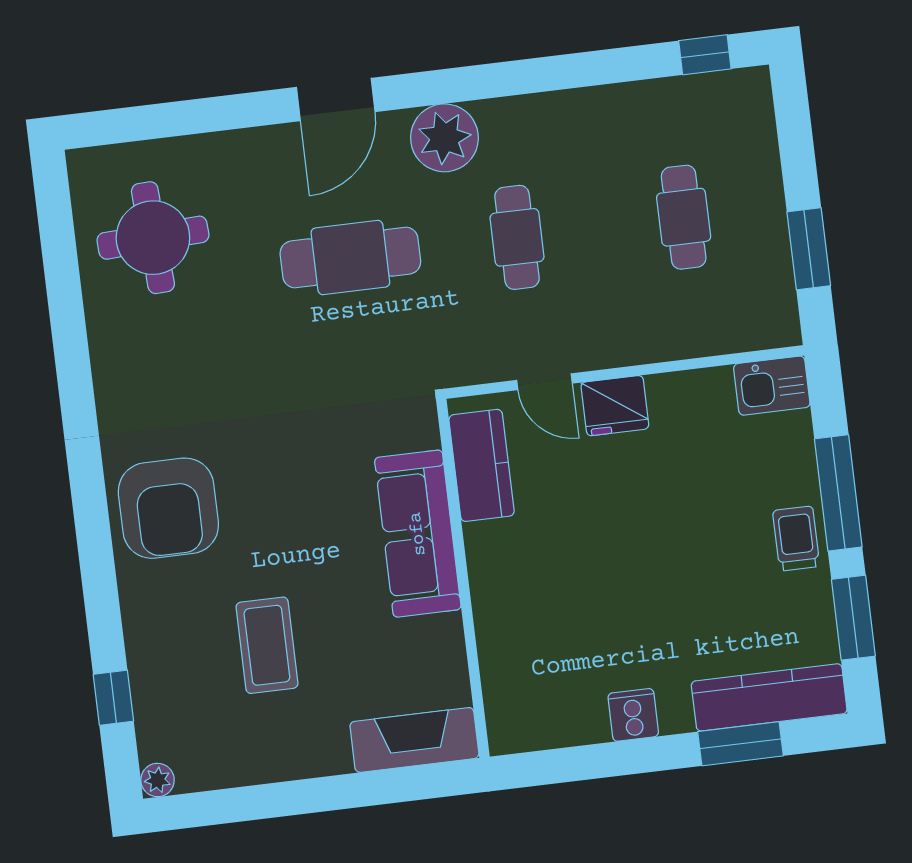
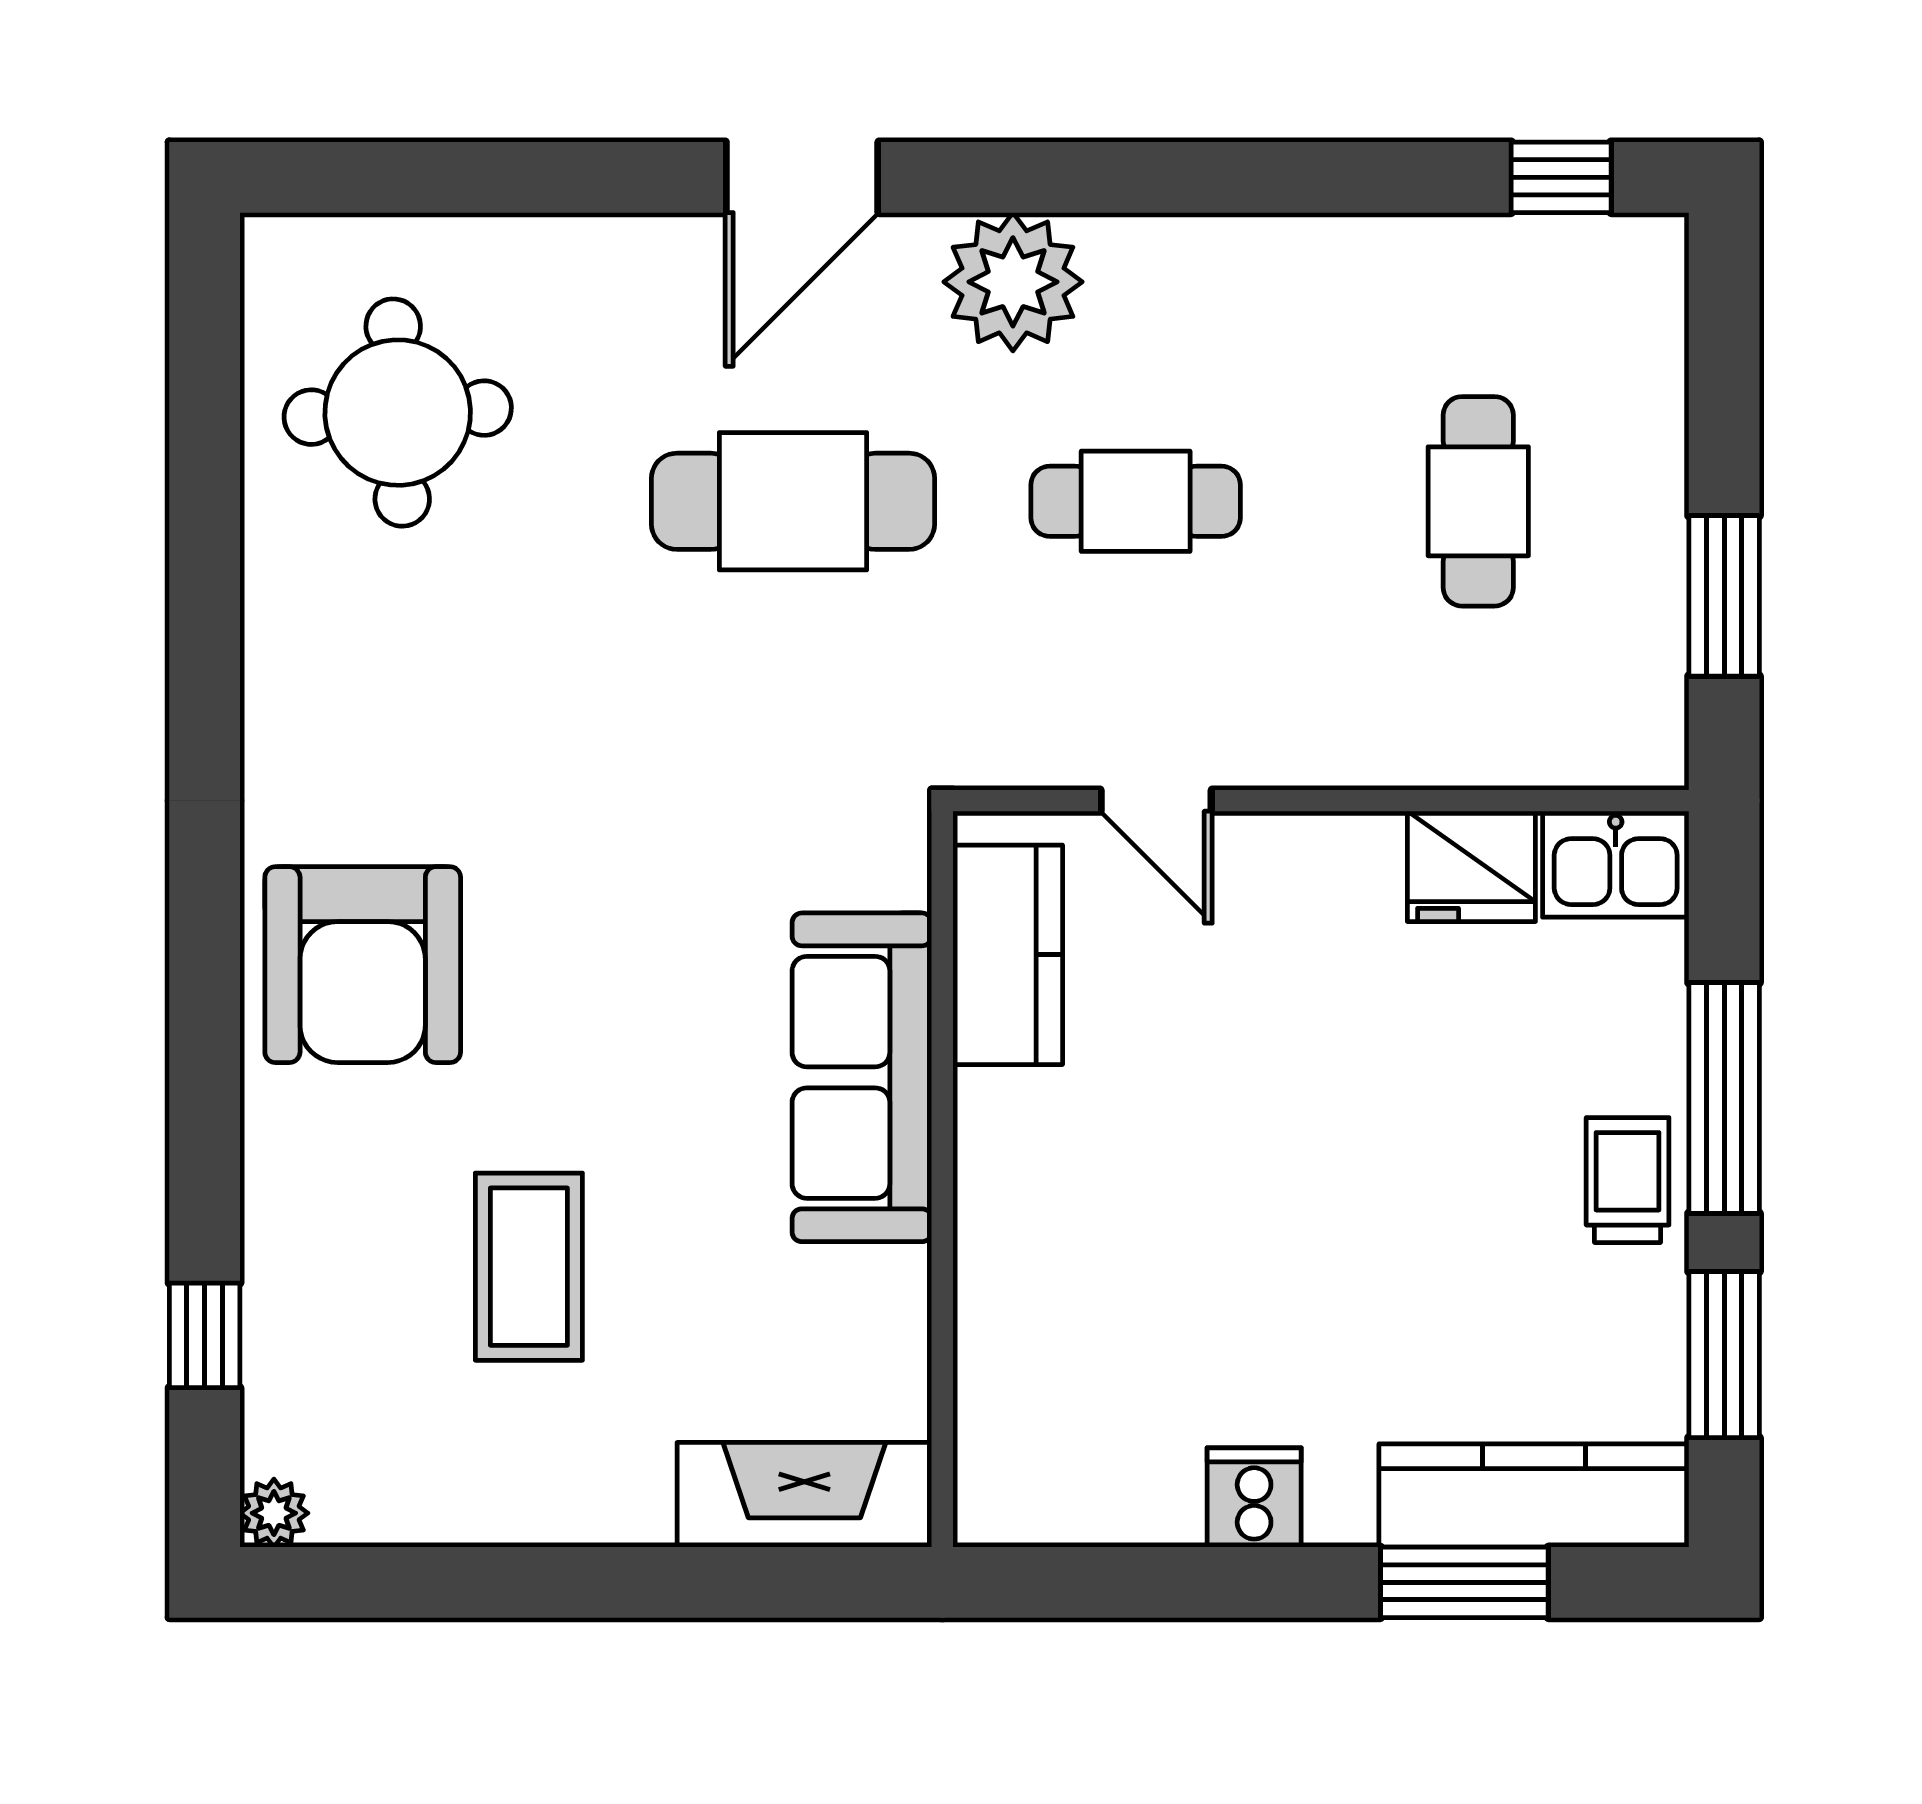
cafe table: (517, 237) -> (1136, 501), turned 90
fridge: (615, 406) -> (1471, 866), moved

